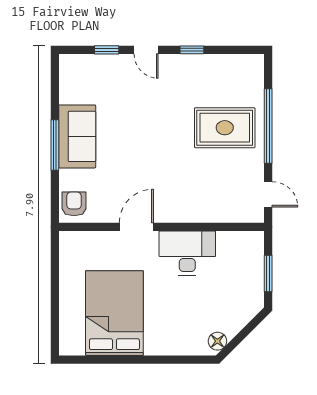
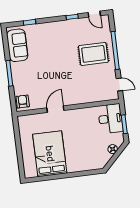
door: (146, 50) -> (94, 14), moved
sofa: (77, 136) -> (17, 45), moved
desk: (187, 253) -> (110, 119), moved, turned 90
floor lamp: (217, 341) -> (113, 149), moved

